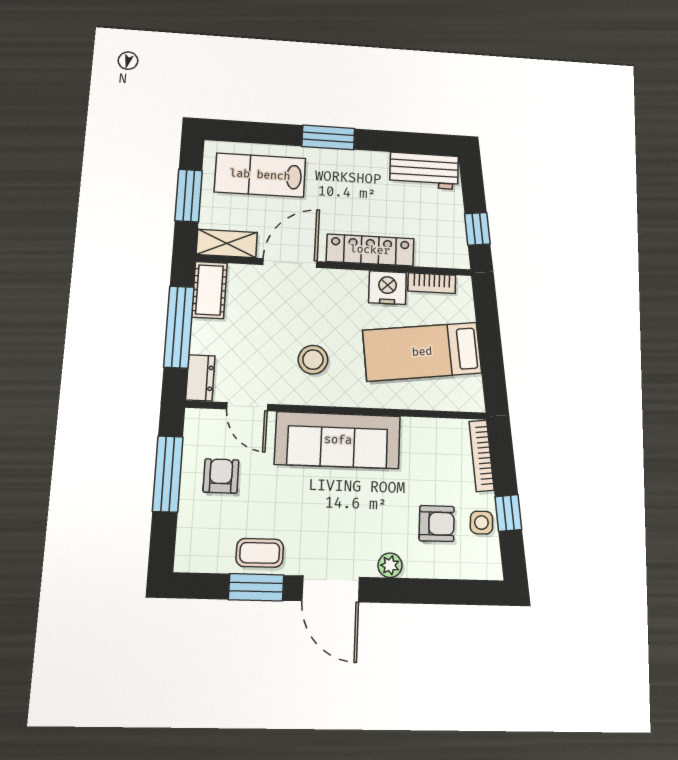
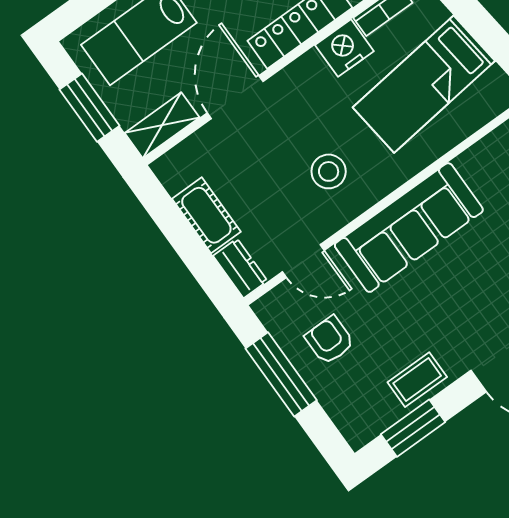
cot: (209, 290) -> (206, 215), moved
window: (179, 327) -> (183, 237), removed
window: (256, 587) -> (413, 428), moved

